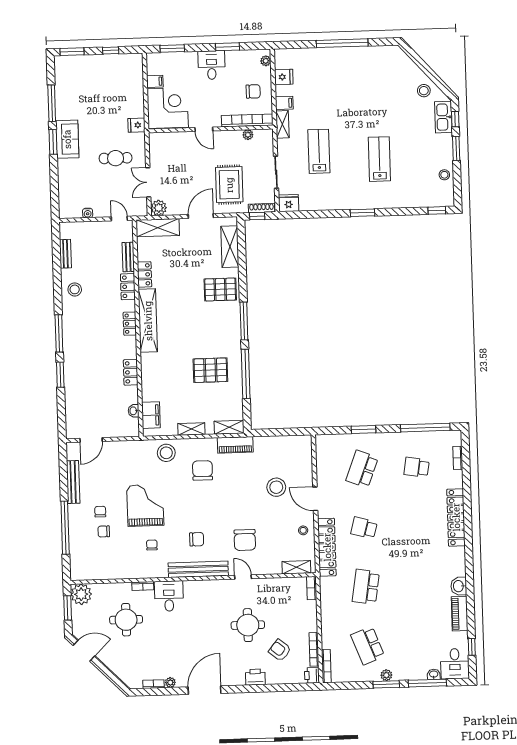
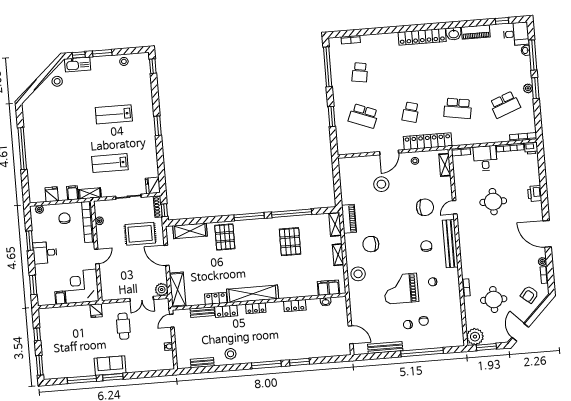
locker: (456, 517) -> (422, 37), moved
desk: (169, 596) -> (485, 158), moved, turned 90
armchair: (280, 650) -> (529, 294), moved

